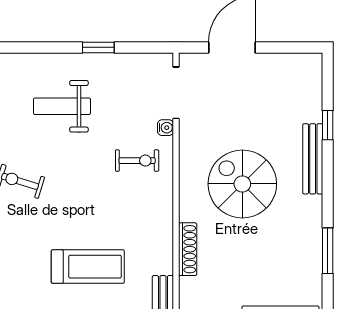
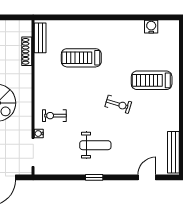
window: (98, 47) -> (94, 177), moved
shoe rack: (188, 249) -> (27, 51), moved

